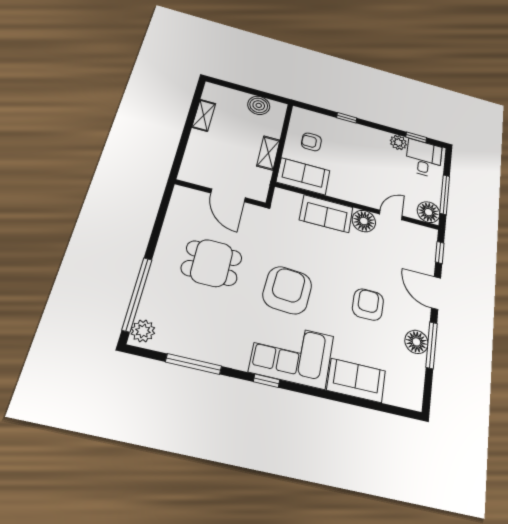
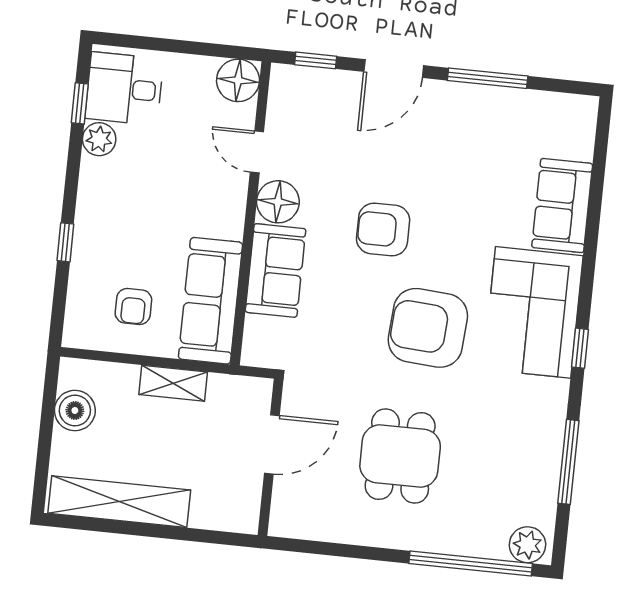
shelving: (204, 115) -> (119, 502), width x2.20, depth x1.33
sofa: (303, 176) -> (210, 301), width x1.36
window: (445, 195) -> (195, 48), removed
armchair: (368, 305) -> (383, 229), moved
floor lamp: (416, 342) -> (486, 105), removed

